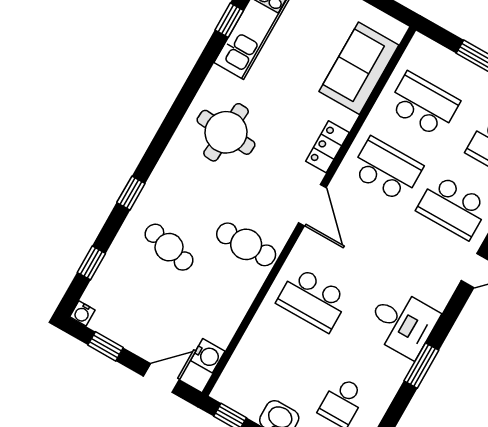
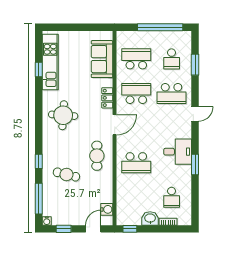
door: (312, 205) -> (115, 125), hinge flipped
cafe table: (246, 244) -> (97, 156), turned 90
window: (91, 263) -> (39, 199), width x2.17

